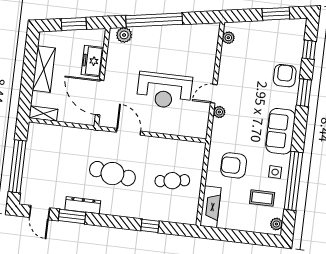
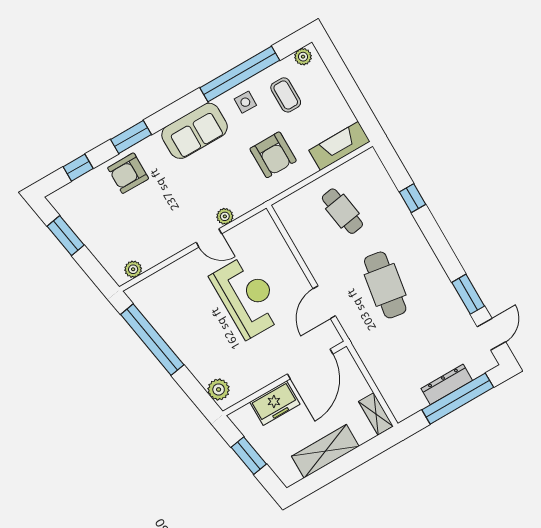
window: (154, 20) -> (152, 340), moved
dresser: (83, 205) -> (447, 384), moved, turned 90

